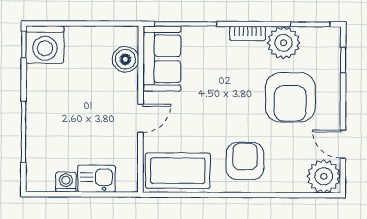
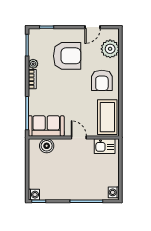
plant: (284, 43) -> (33, 64), width x0.53, depth x0.53
washing machine: (45, 44) -> (34, 195), width x0.53, depth x0.53
armchair: (245, 161) -> (102, 80), turned -90
plant: (324, 176) -> (110, 49), moved
kitchen sink: (96, 179) -> (105, 146), moved, turned -90
washing machine: (66, 182) -> (114, 192), moved

